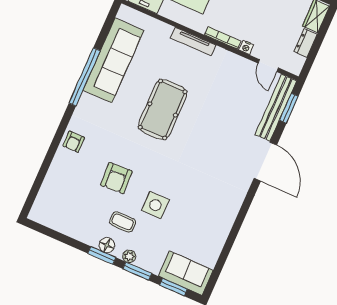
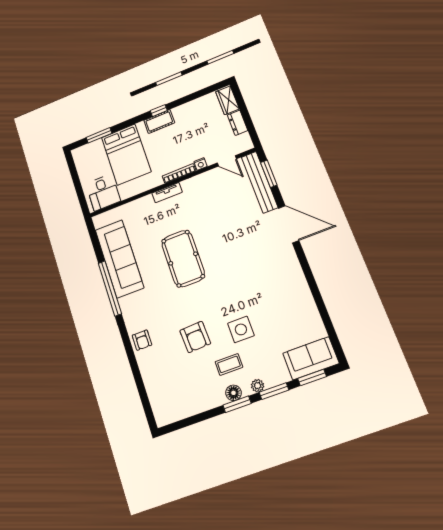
tv unit: (193, 42) -> (167, 193), width x0.71

